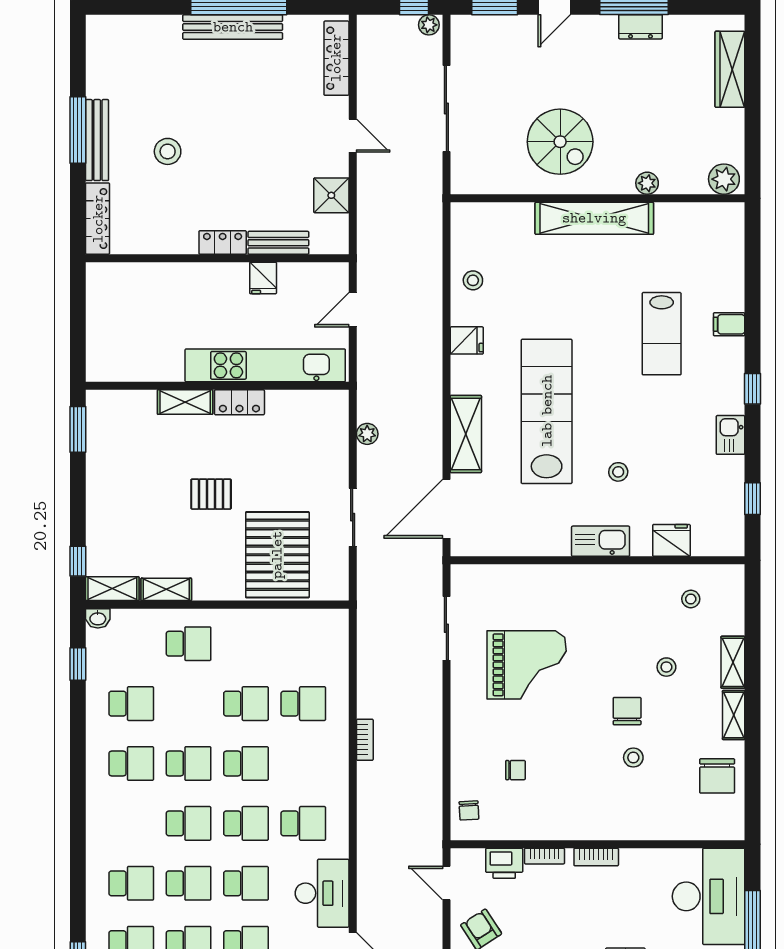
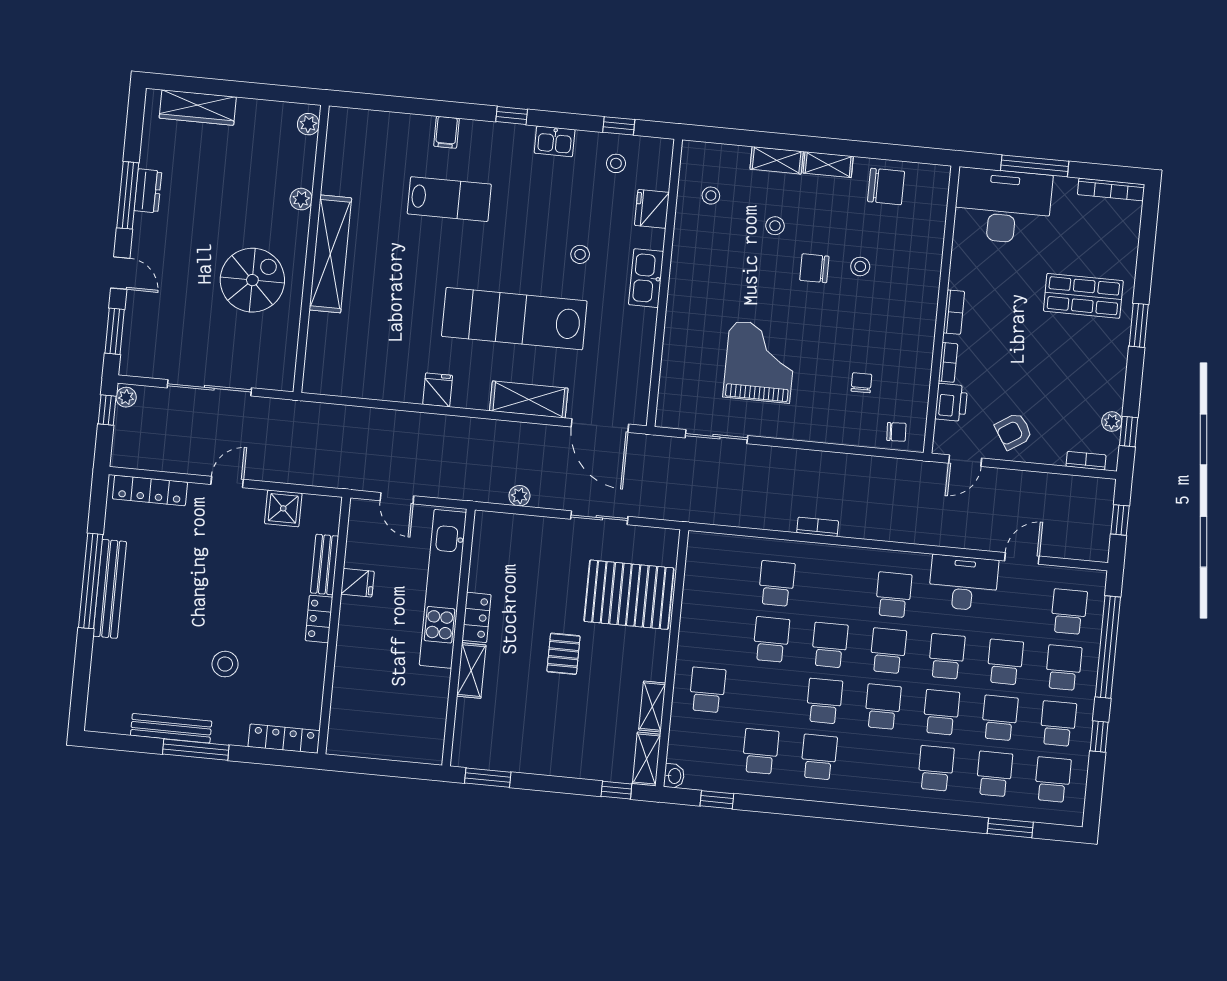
bench: (97, 140) -> (171, 728), moved
plant: (724, 179) -> (308, 124), width x0.73, depth x0.73
stool: (473, 280) -> (616, 163), moved

